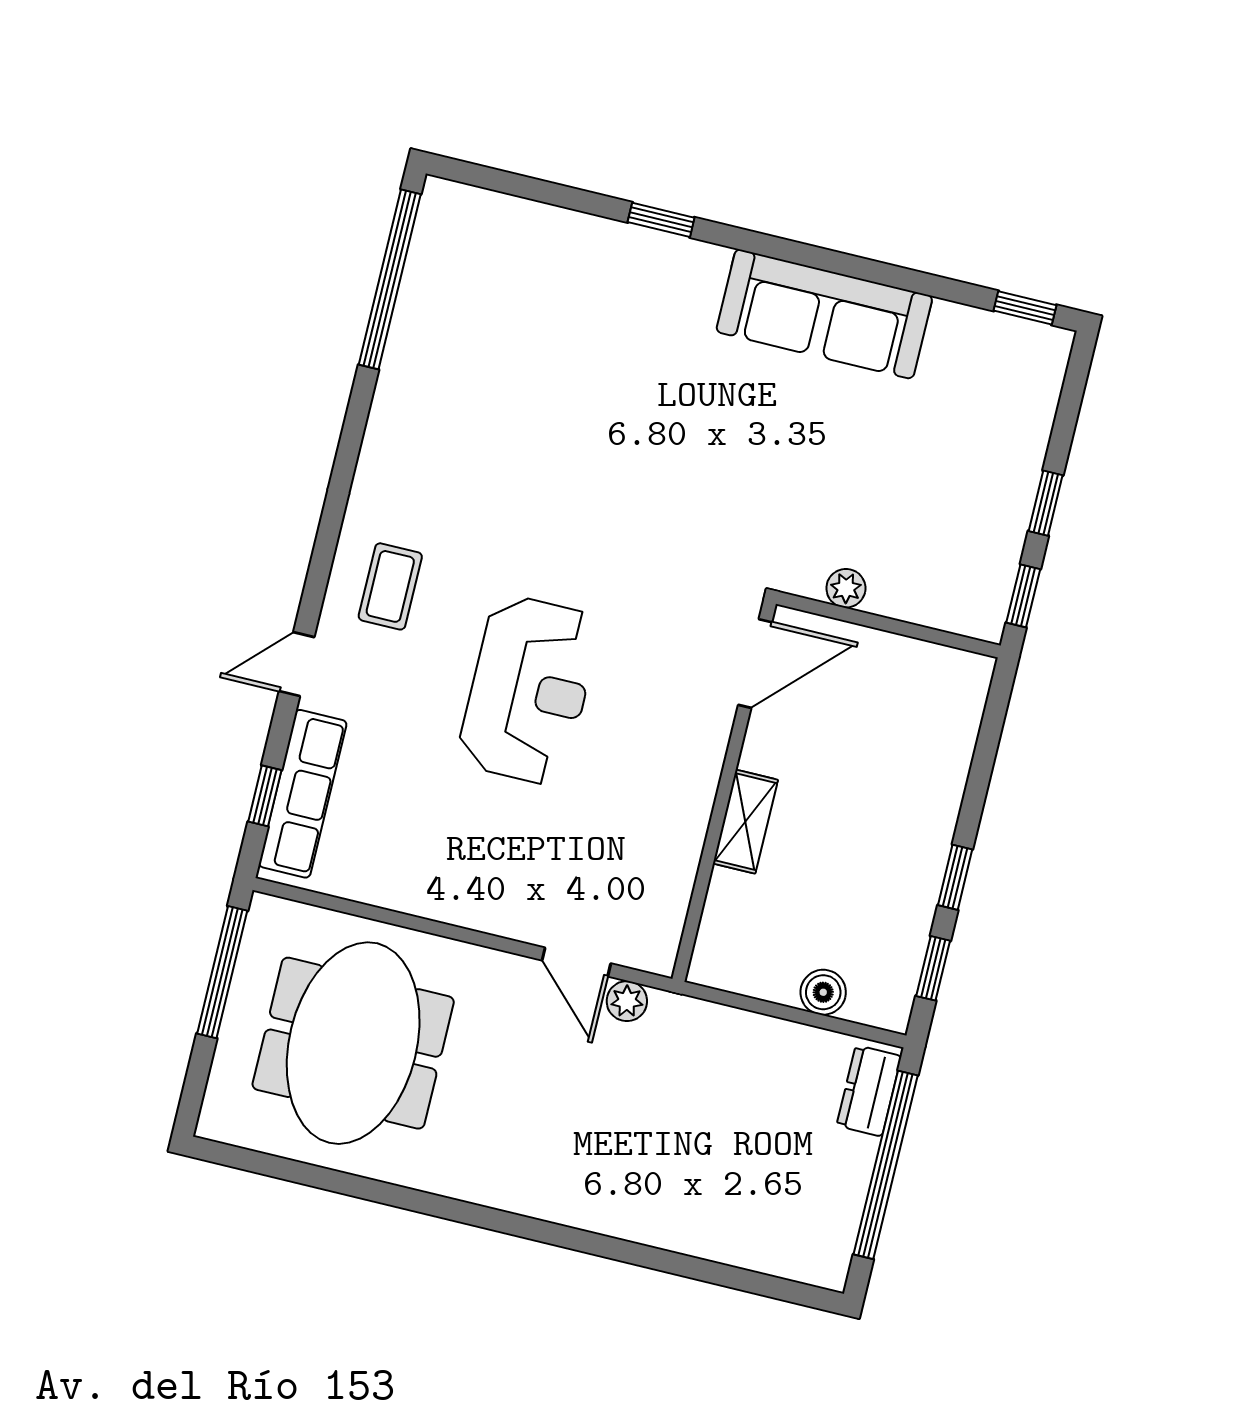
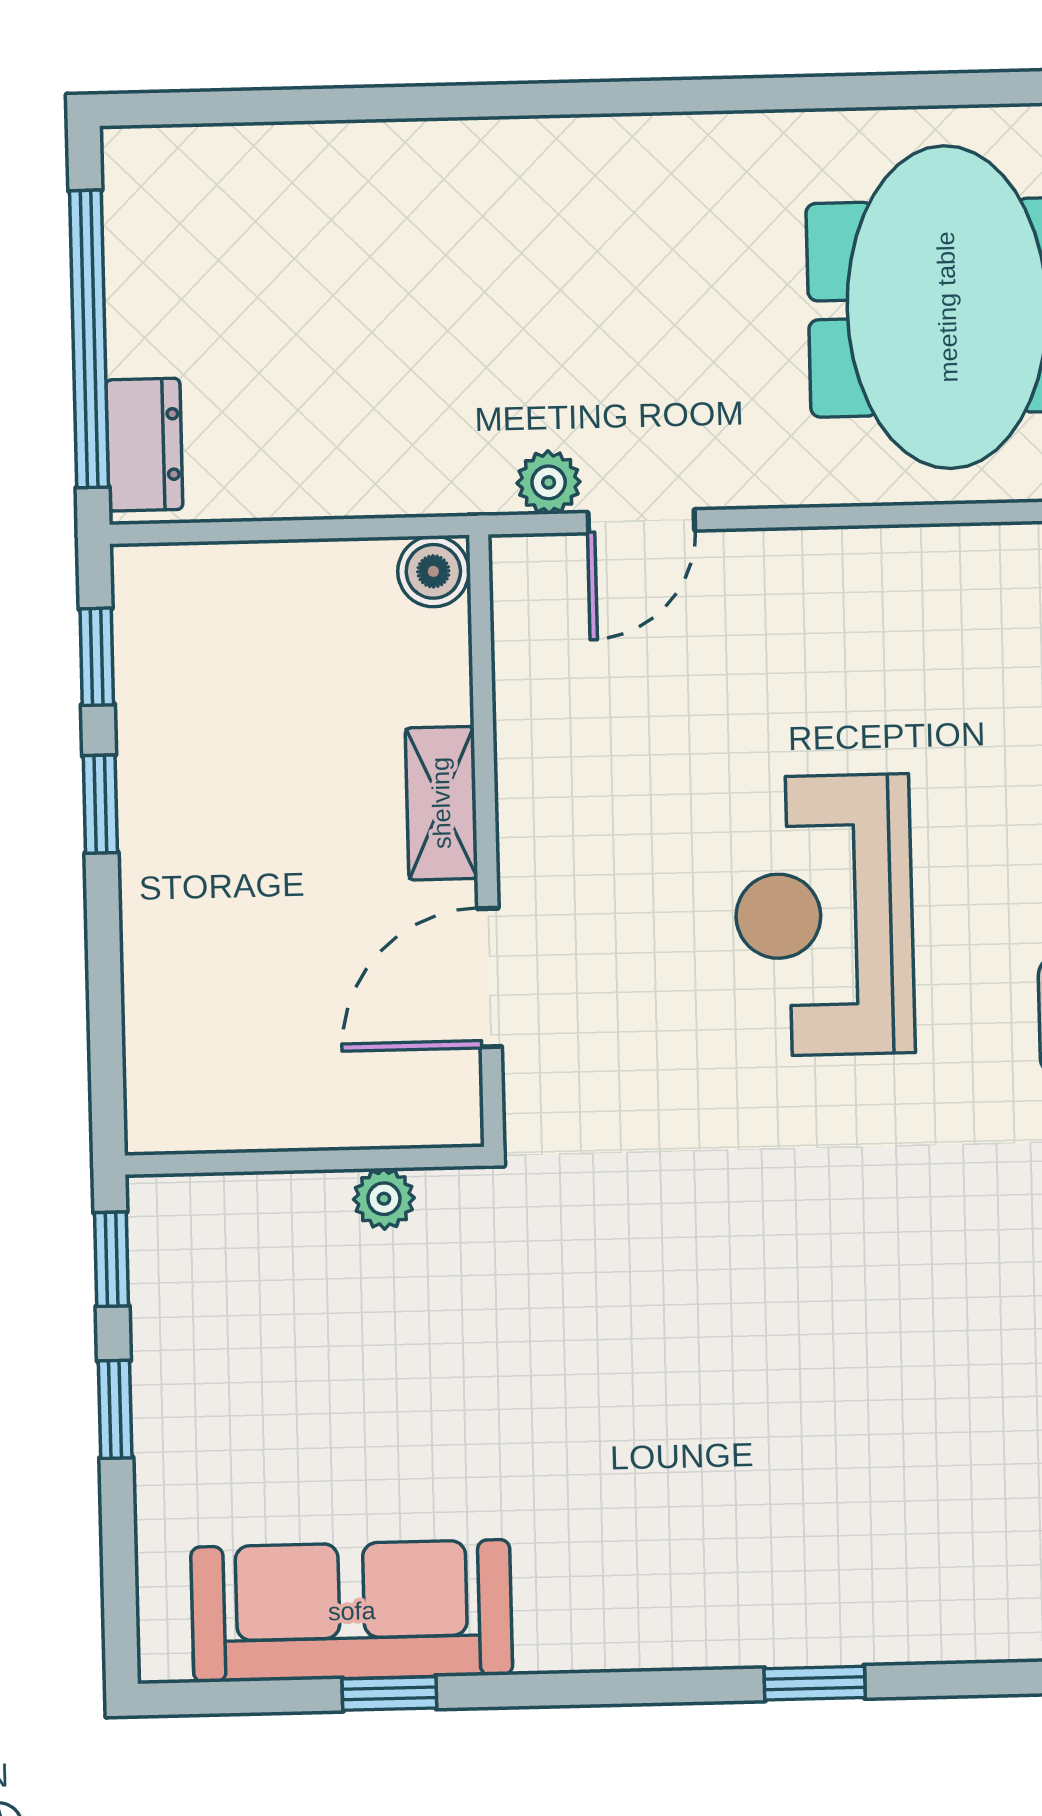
window: (1025, 308) -> (389, 1693), moved
sofa: (824, 314) -> (352, 1611), moved
door: (755, 663) -> (490, 978), moved
door: (576, 962) -> (641, 521), swing flipped
boiler: (823, 992) -> (433, 571), moved

